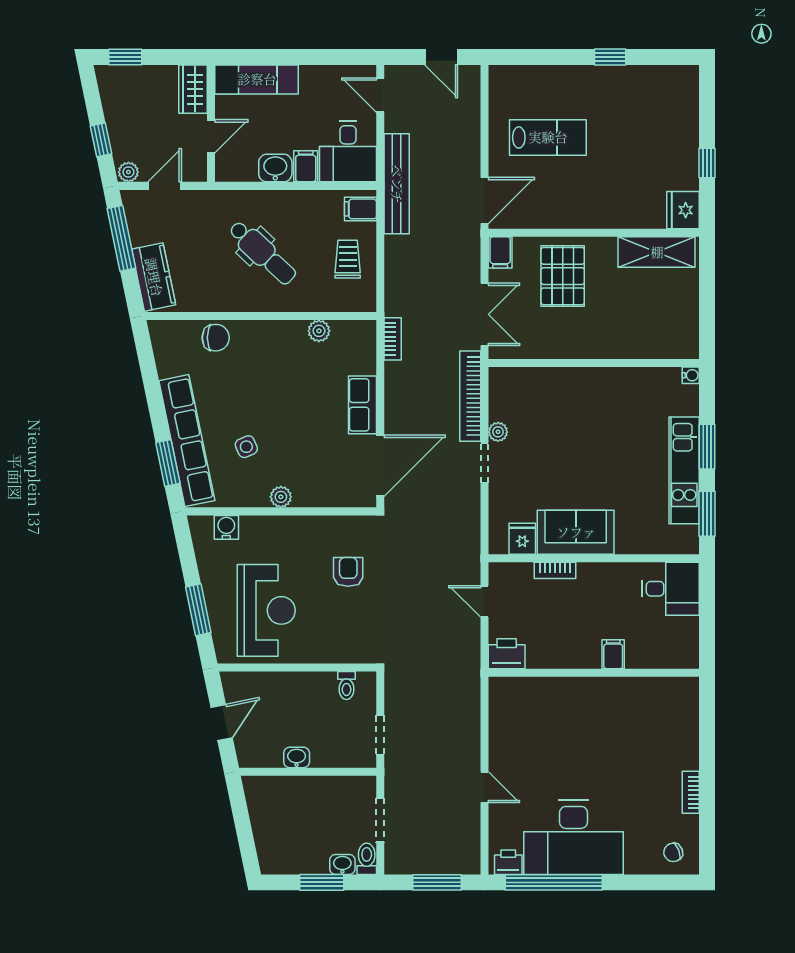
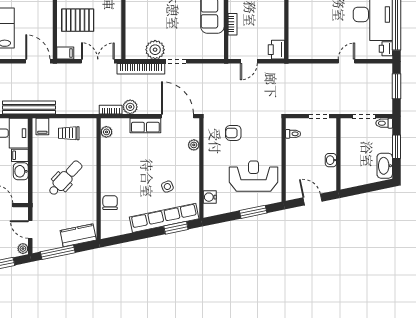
plant: (319, 331) -> (106, 132), moved
plant: (398, 376) -> (130, 107), added
plant: (498, 432) -> (155, 50), width x1.88, depth x1.88
plant: (281, 497) -> (194, 145), moved
fridge: (522, 539) -> (216, 41), removed
washbasin: (342, 864) -> (385, 166), moved, width x1.91, depth x1.45

